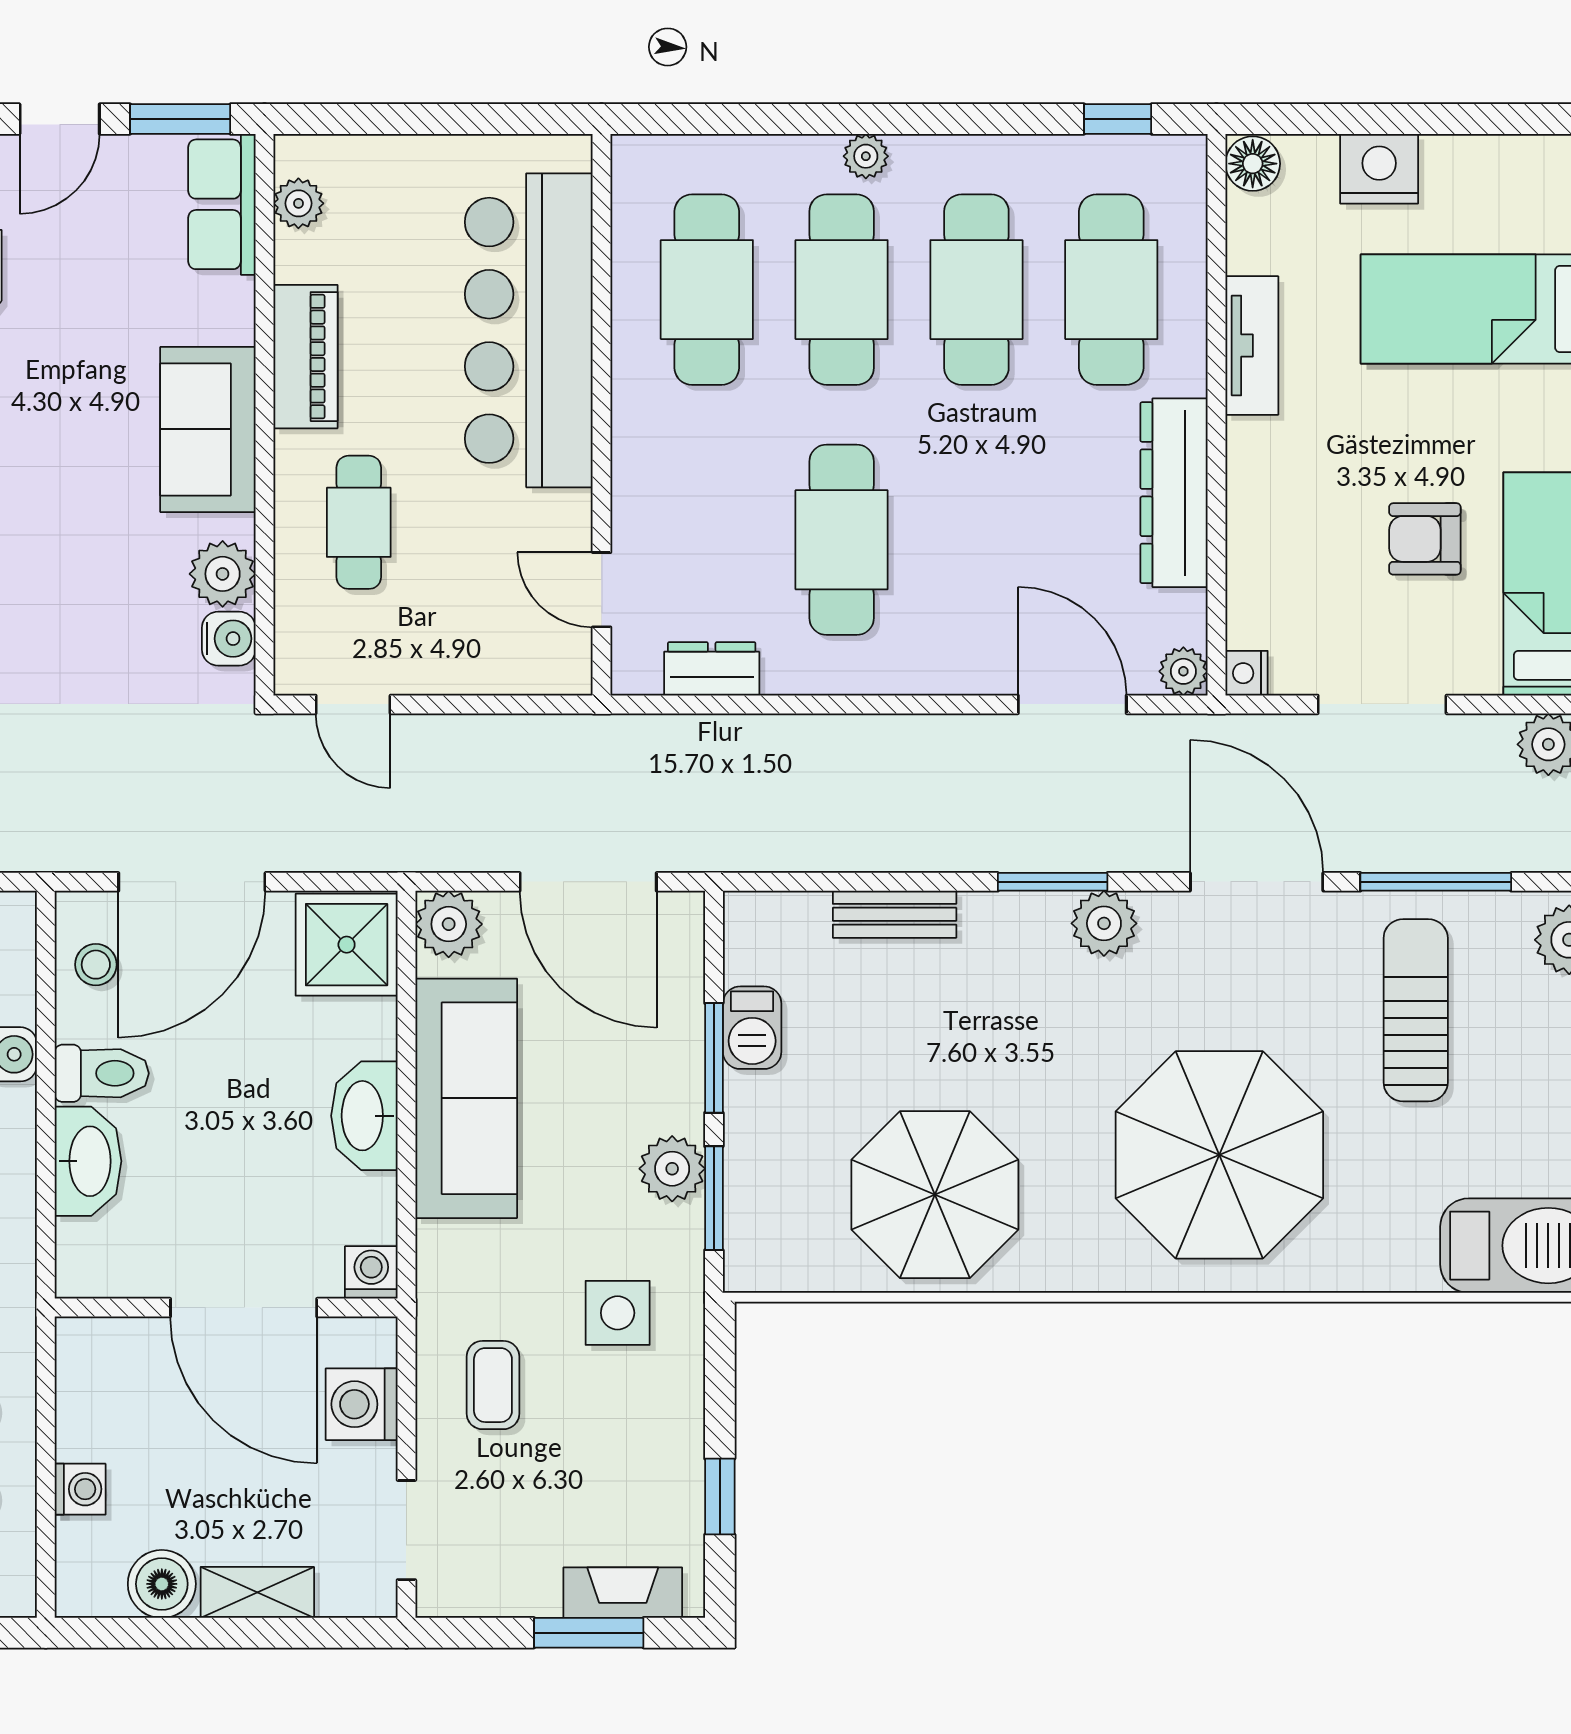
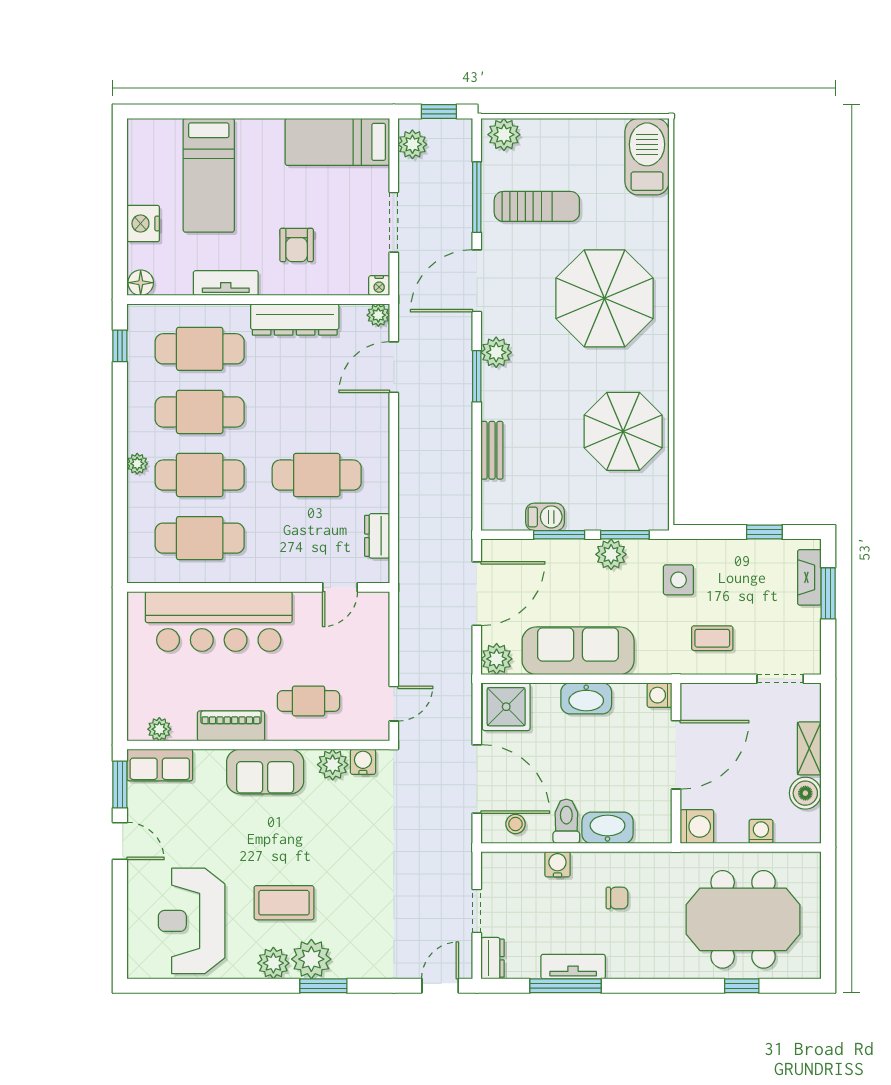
armchair: (1425, 539) -> (297, 245), moved
sun lounger: (1416, 1010) -> (537, 206), turned 180
washing machine: (362, 1404) -> (697, 826), moved, turned -90

